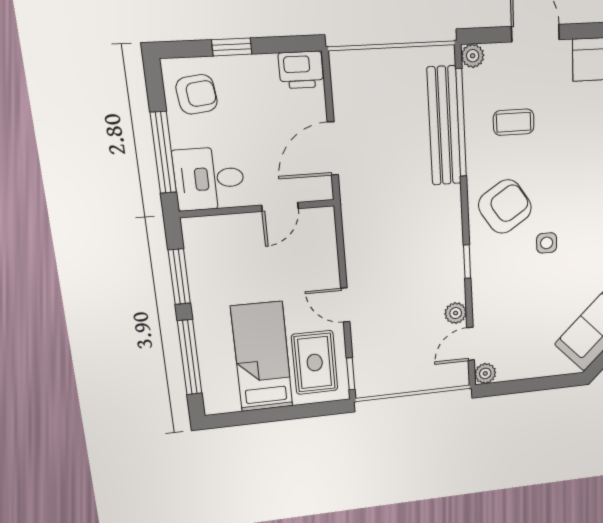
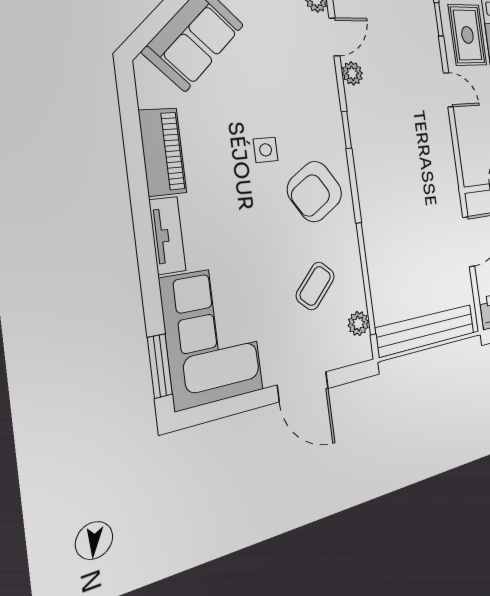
plant: (473, 56) -> (358, 324), moved
coffee table: (514, 122) -> (315, 286), turned -47
bench: (444, 126) -> (426, 330), moved, turned 90

